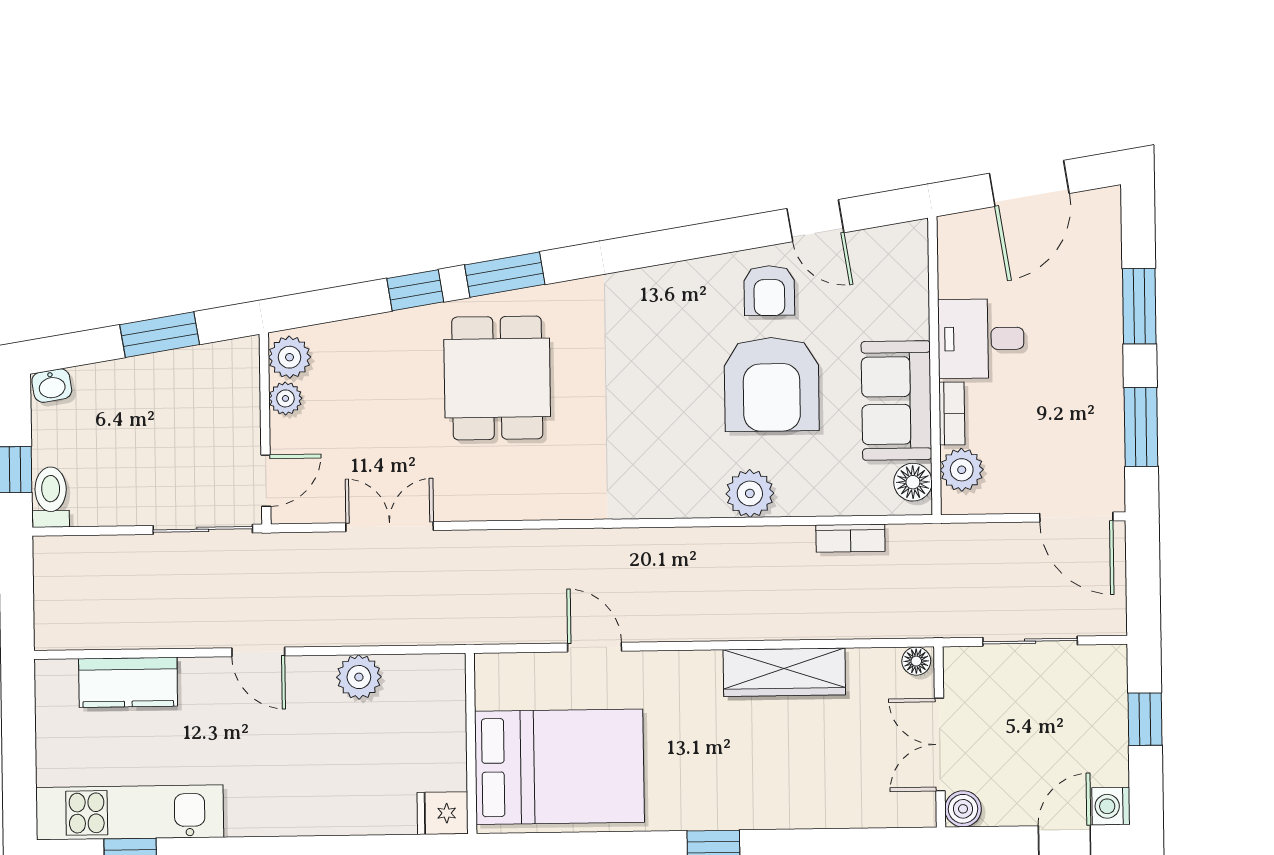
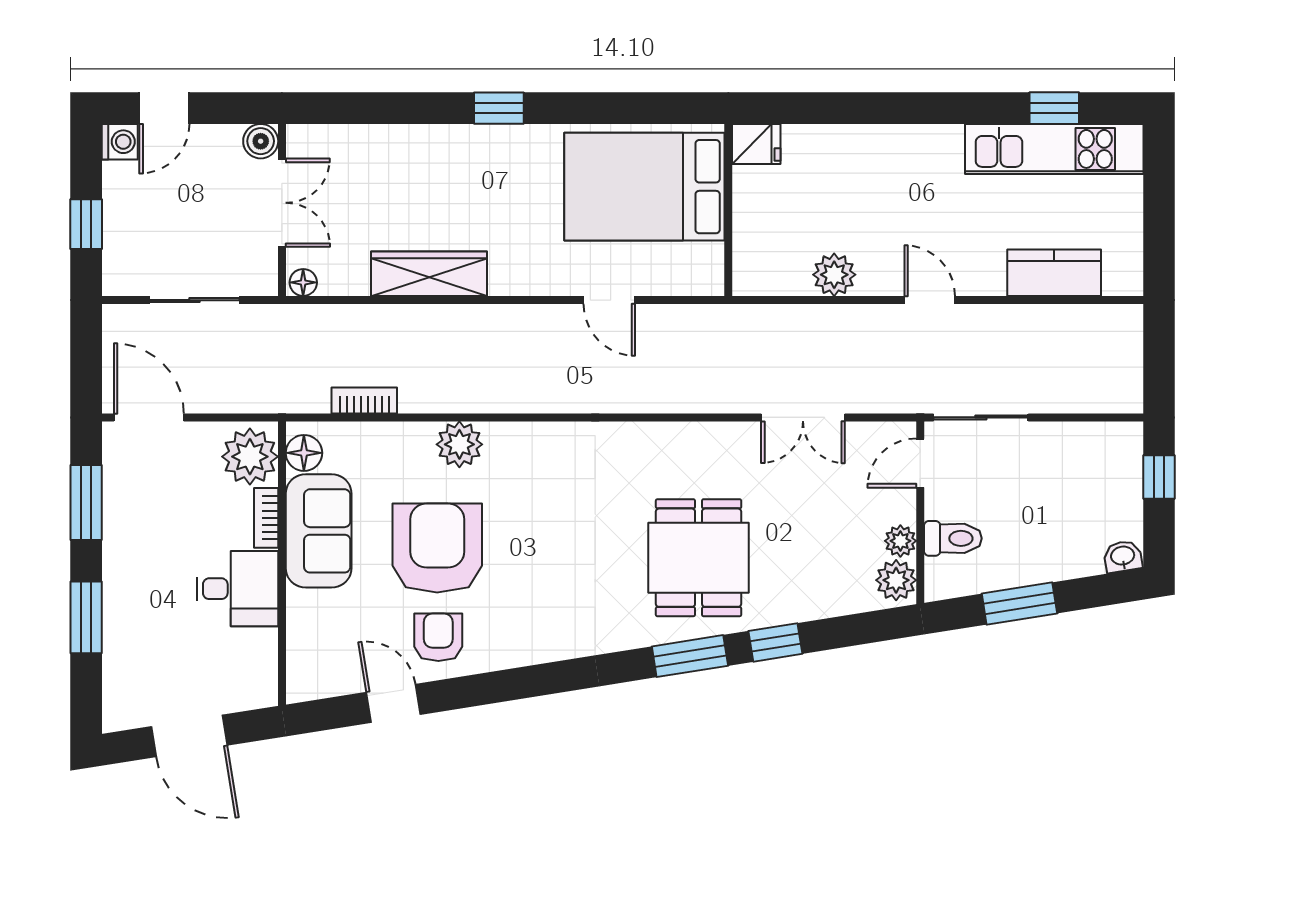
door: (1029, 183) -> (189, 736), swing flipped
plant: (962, 470) -> (250, 457), width x1.36, depth x1.36
toilet: (51, 497) -> (953, 538), moved, turned -90

